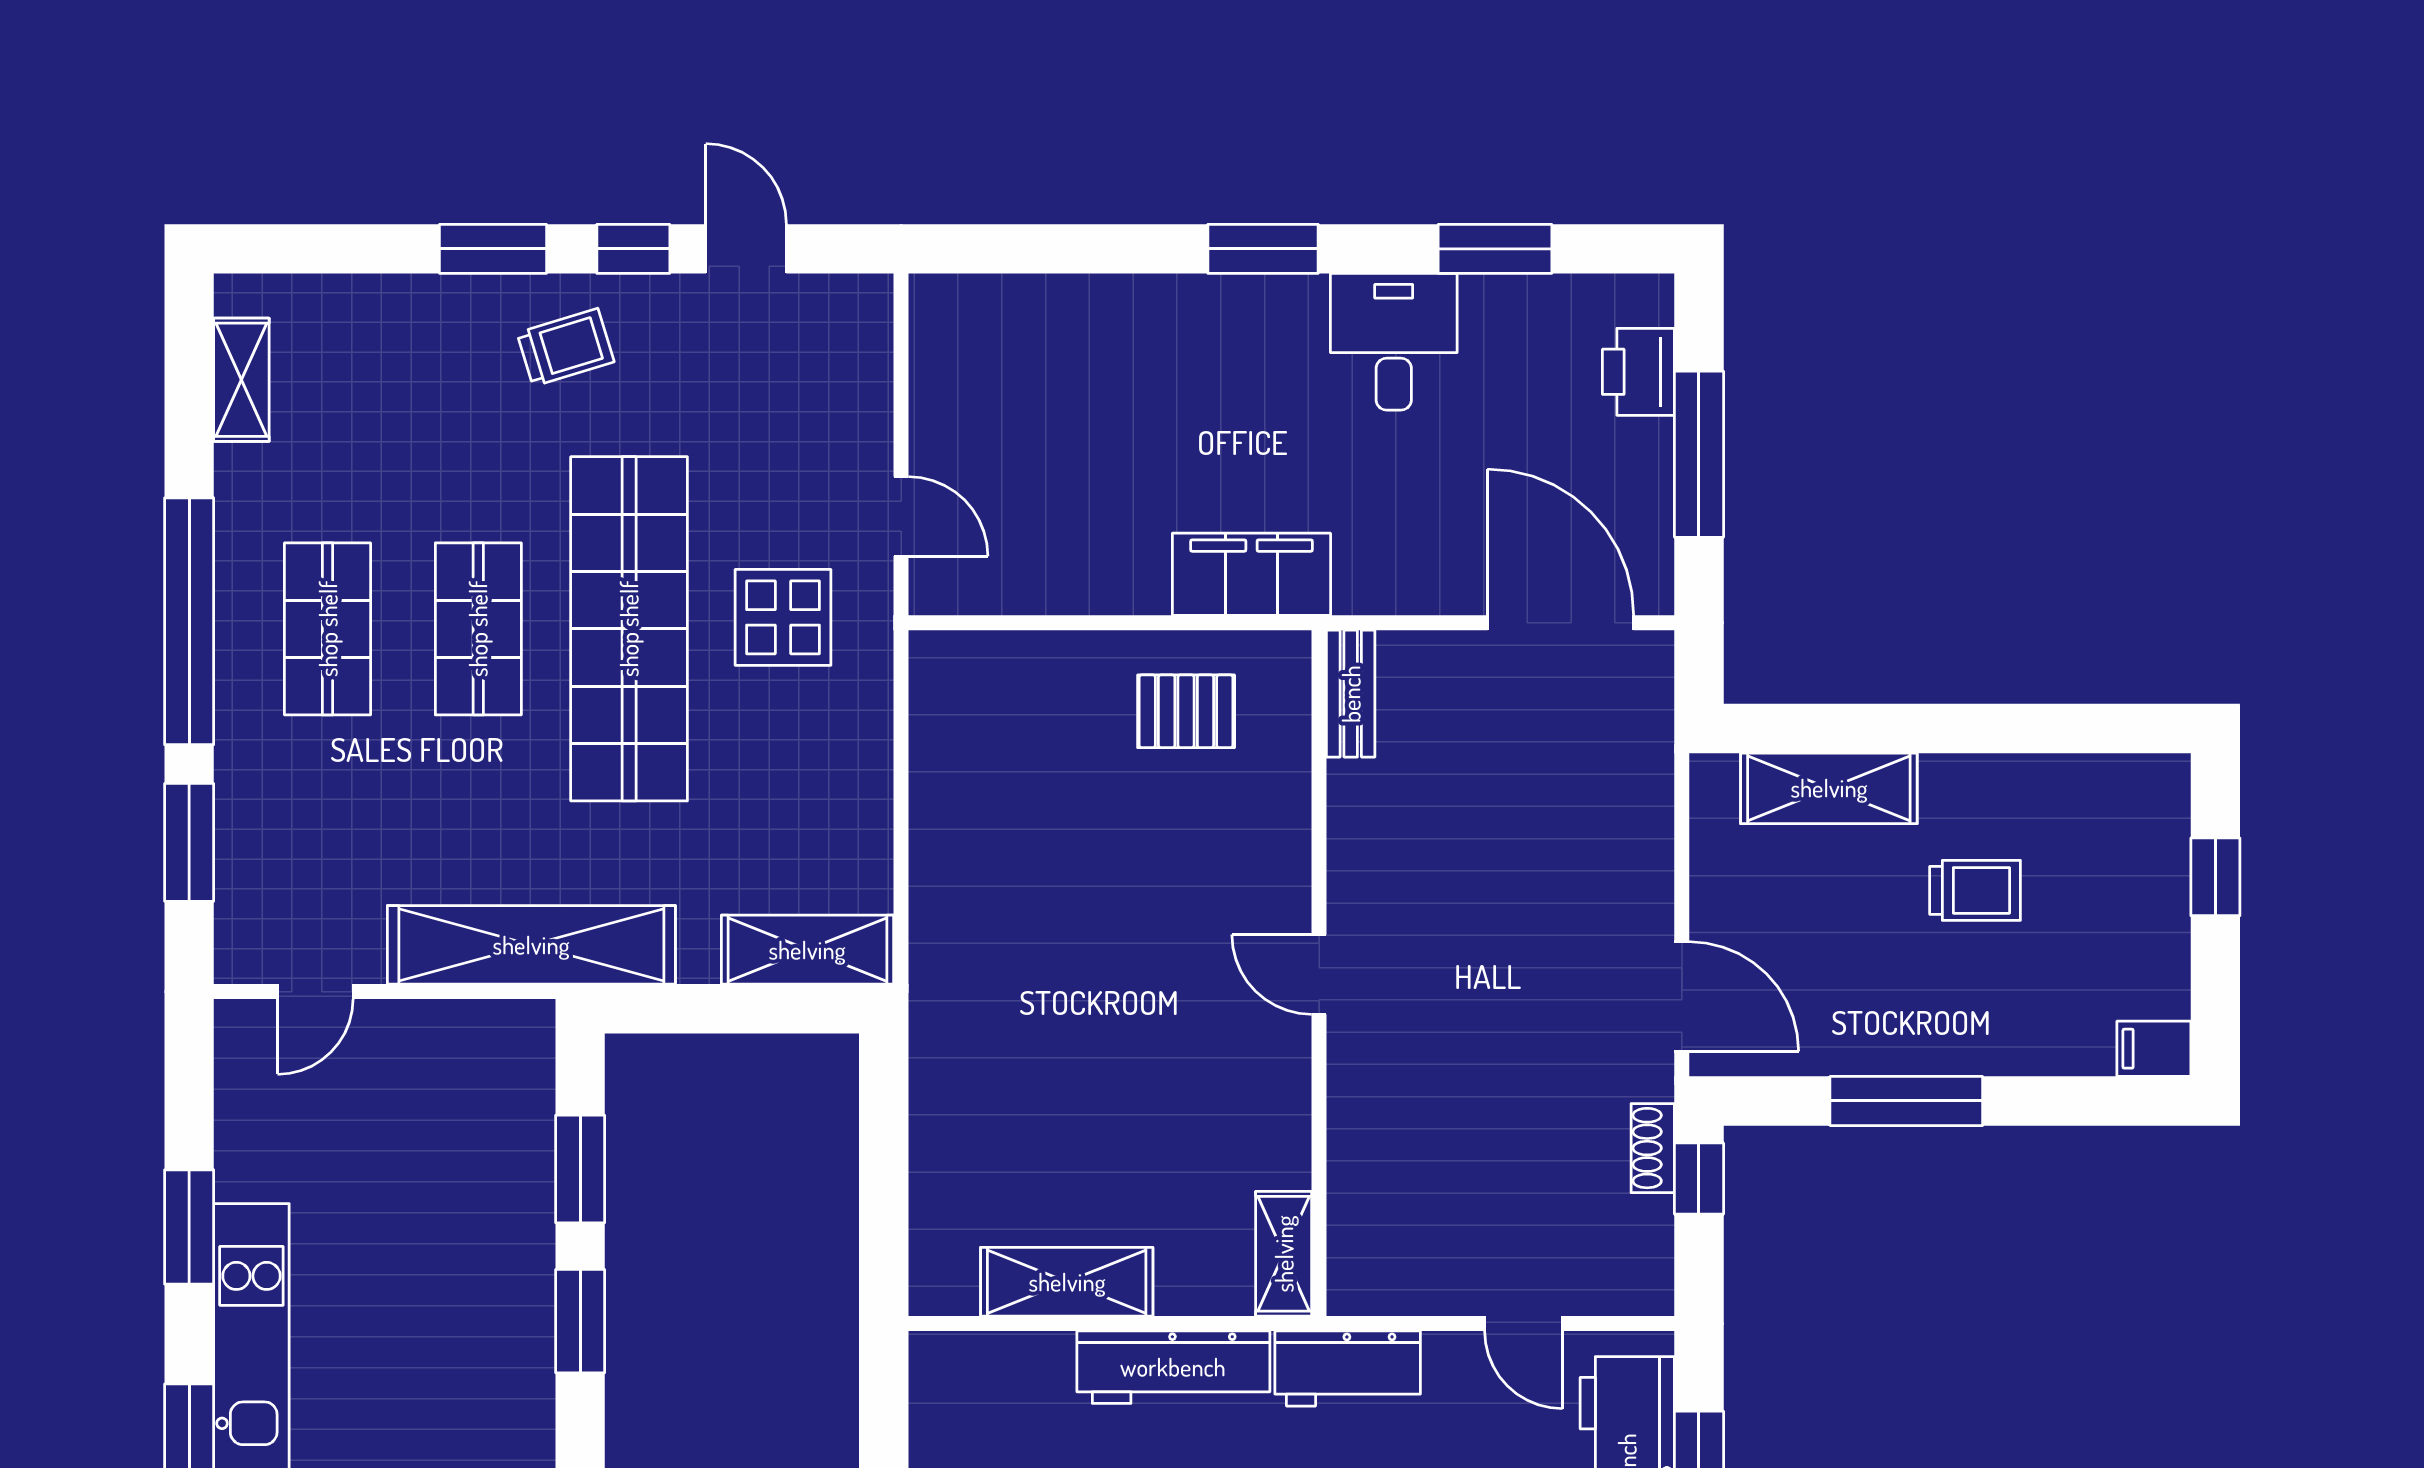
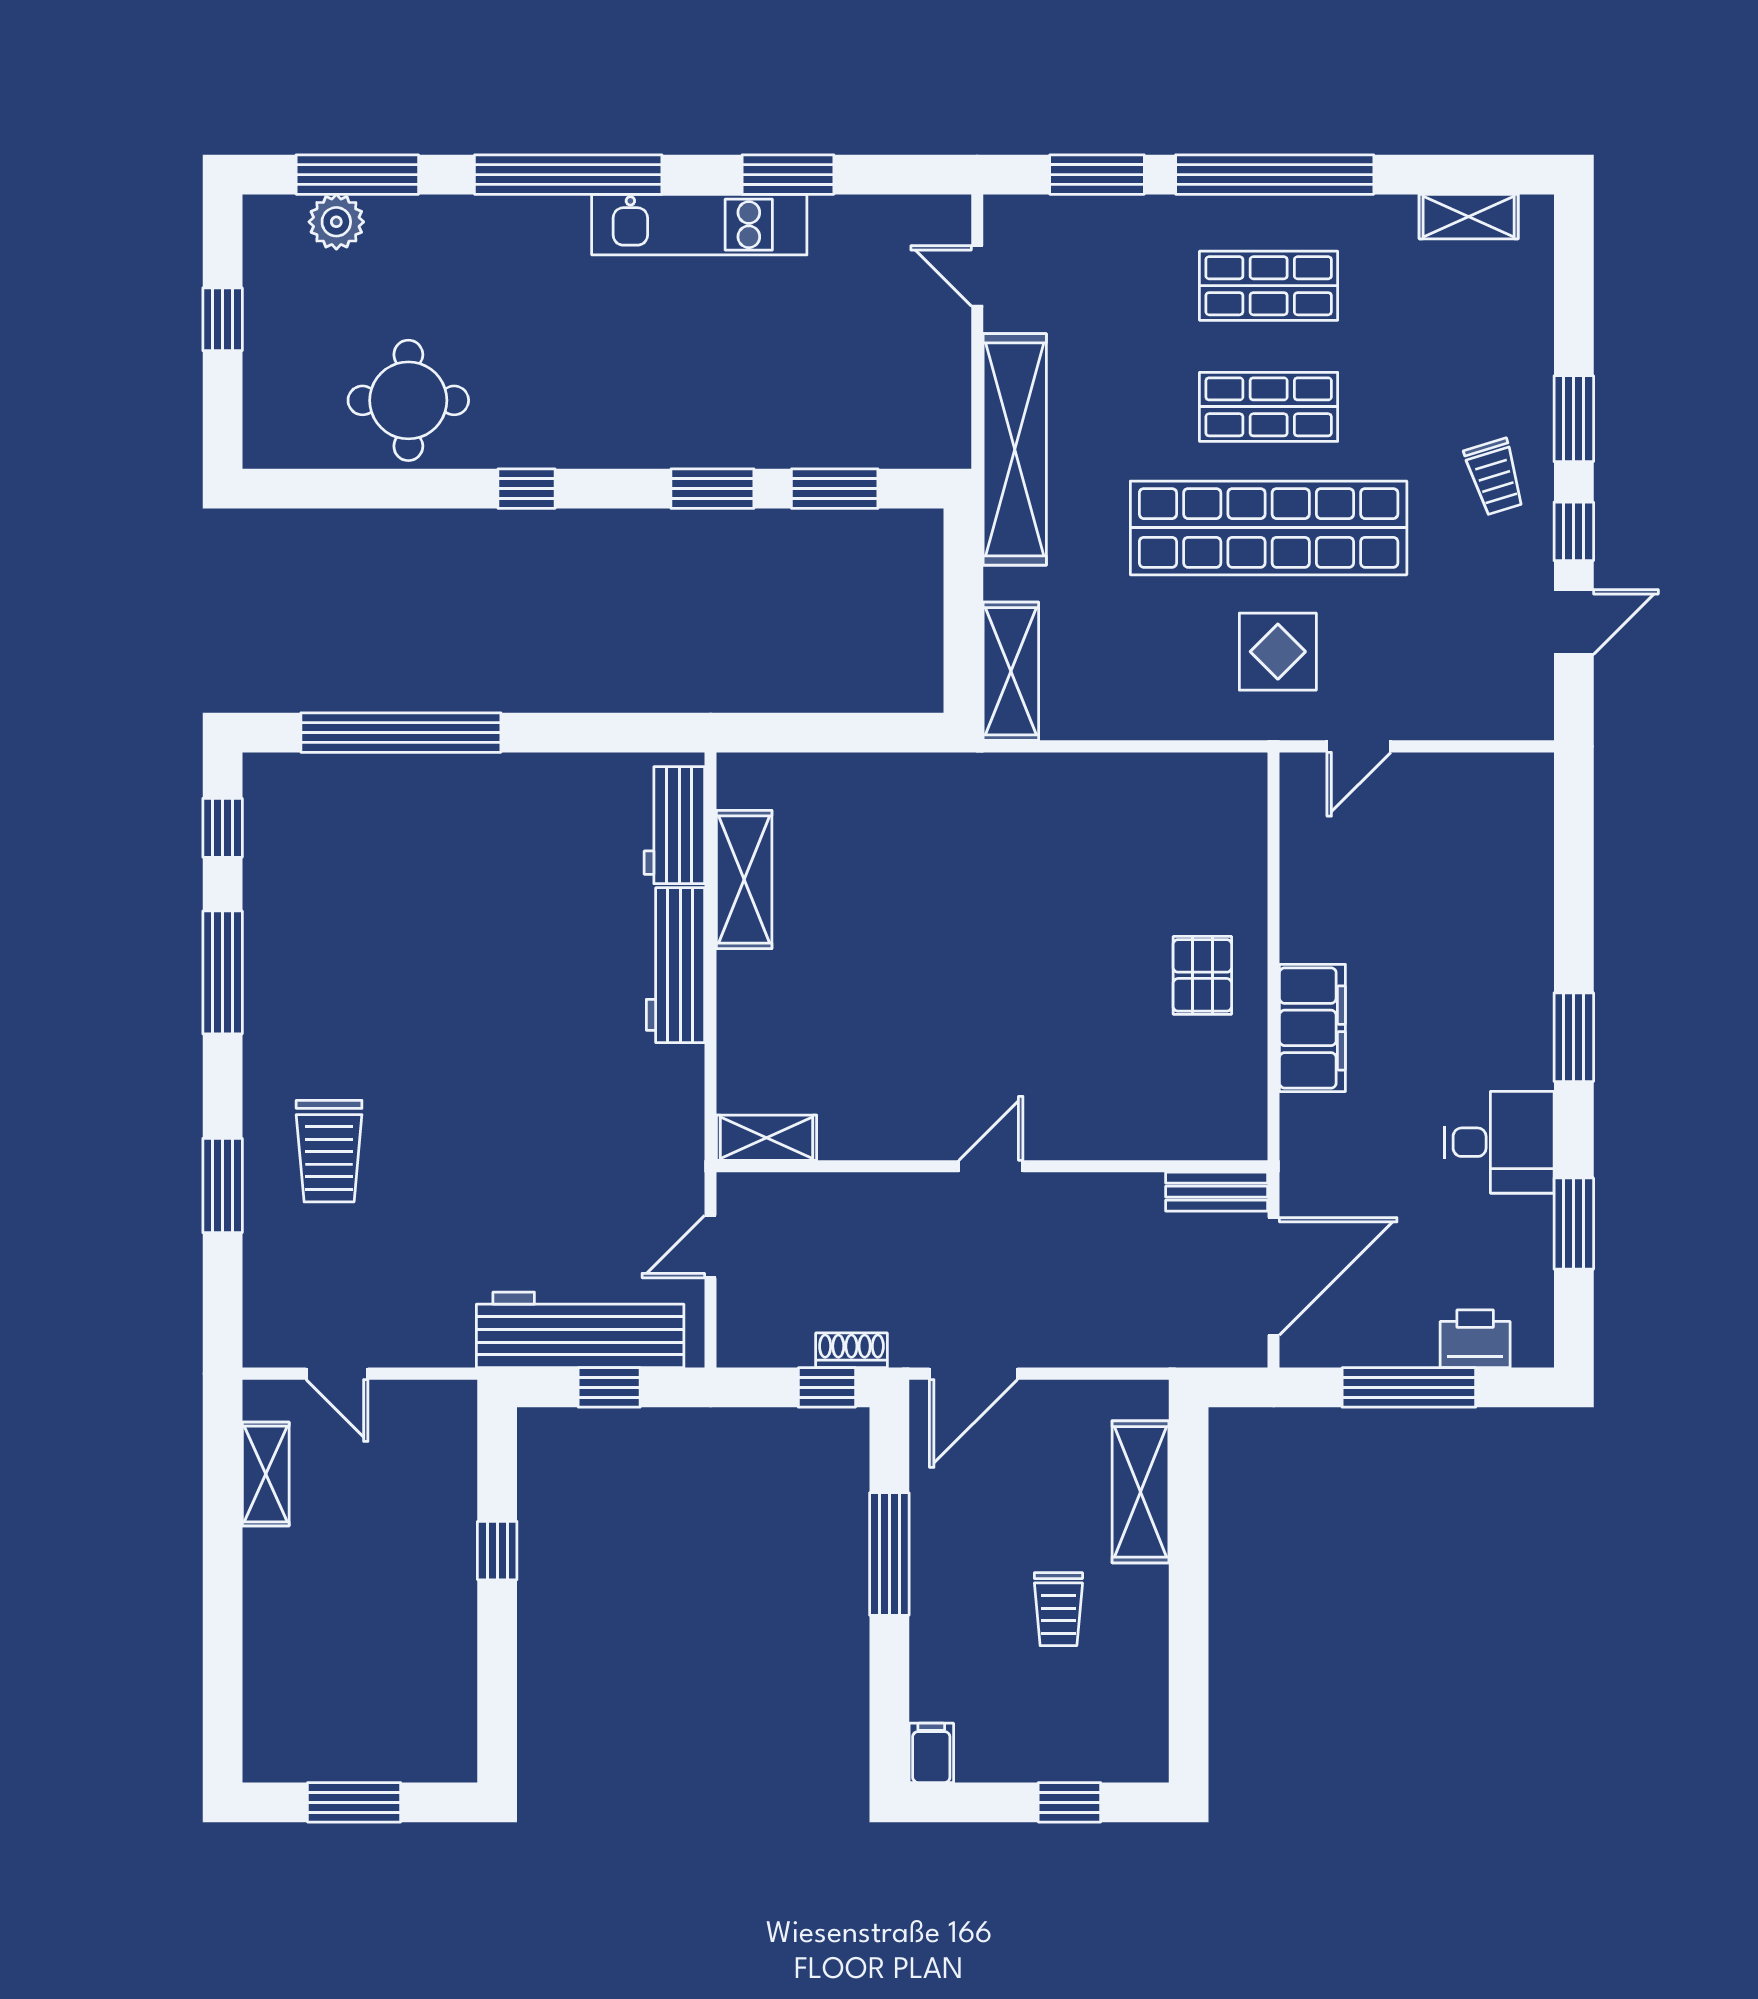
bench: (1351, 694) -> (1217, 1192), moved
wall: (1319, 973) -> (992, 1166), moved
door: (1319, 975) -> (991, 1166), moved
shelving: (1284, 1254) -> (767, 1138), moved
workbench: (1348, 1369) -> (674, 825), moved

